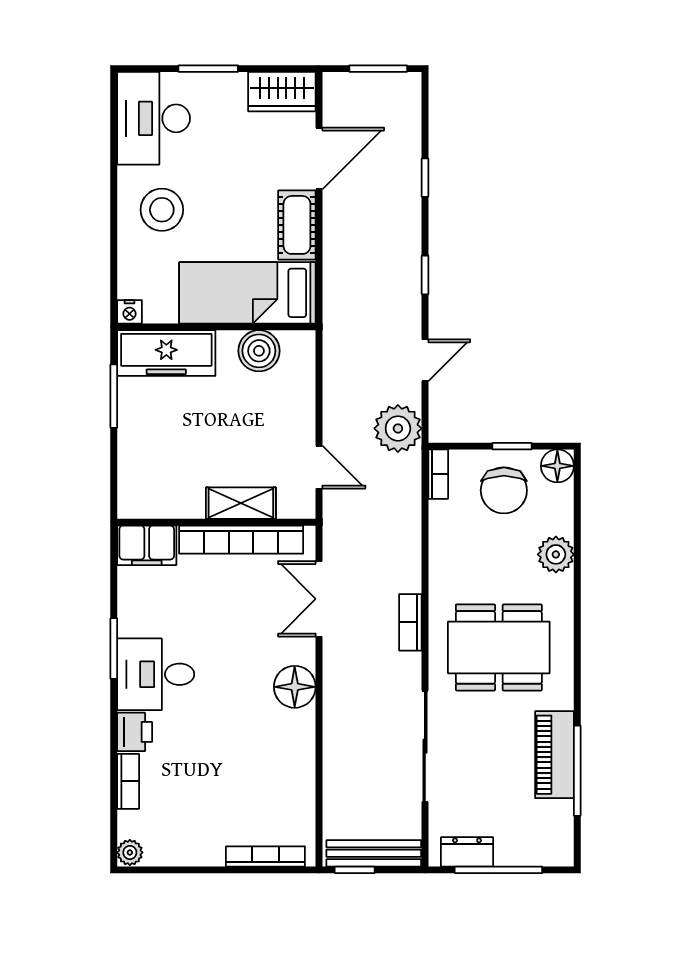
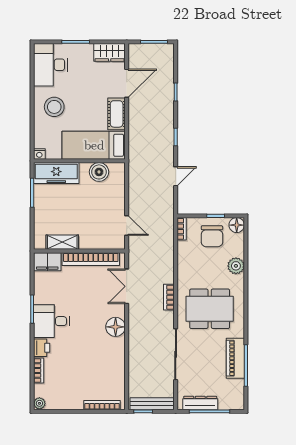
plant: (398, 428) -> (163, 208), removed
shelving: (241, 503) -> (62, 242), moved
dresser: (467, 852) -> (200, 403), width x1.44

